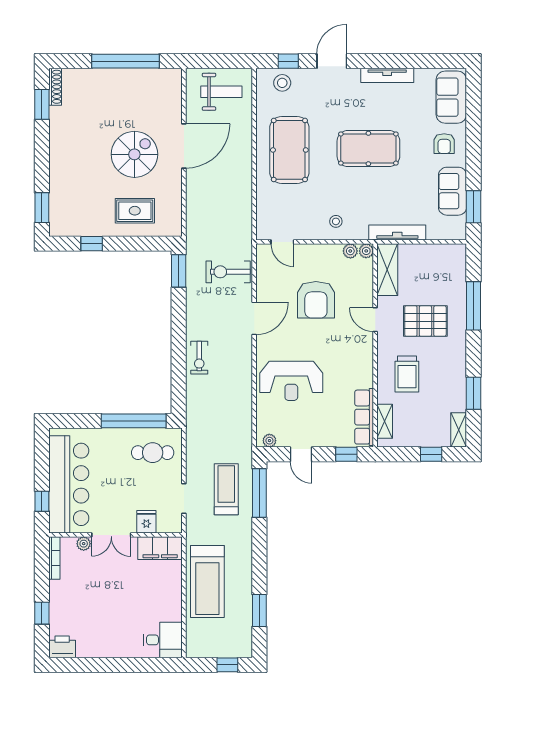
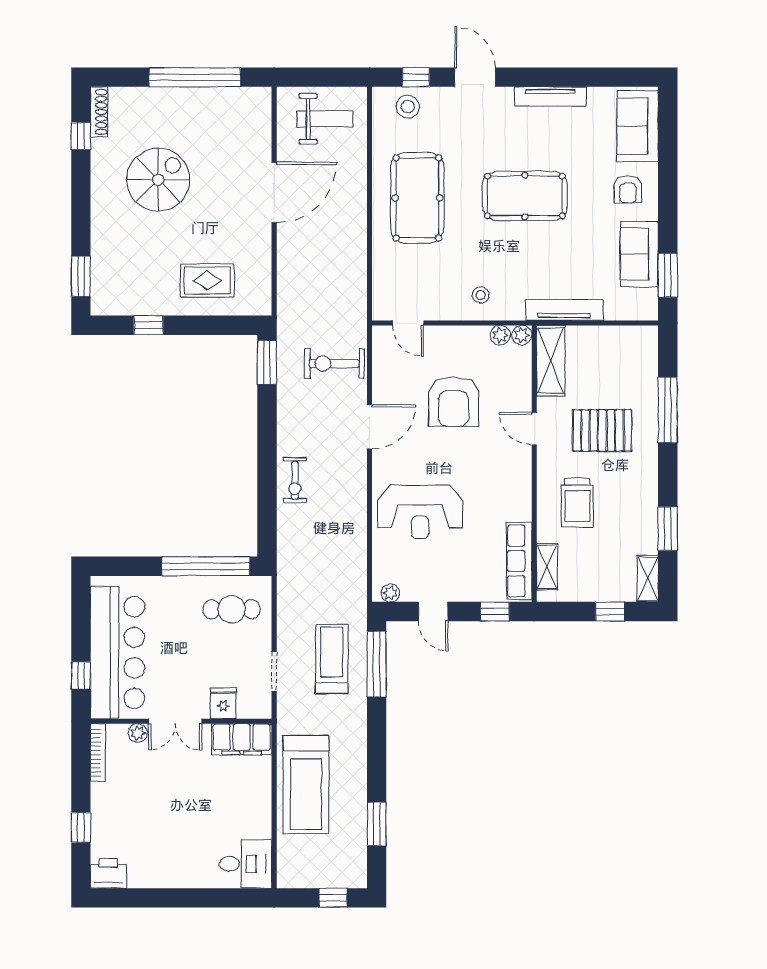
door: (332, 61) -> (475, 77), hinge flipped
window: (42, 104) -> (81, 136), width x0.67
spiral stairs: (134, 154) -> (158, 180), moved

